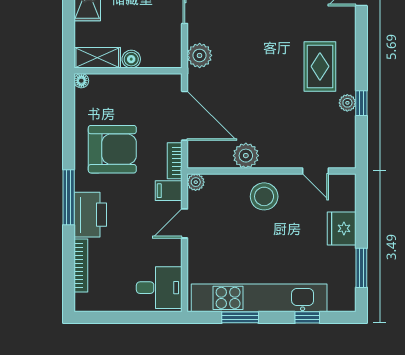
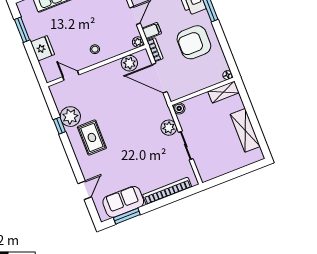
plant: (200, 55) -> (169, 128), moved
boiler: (131, 59) -> (179, 108), moved
plant: (347, 103) -> (70, 117), width x1.88, depth x1.88
plant: (246, 156) -> (129, 63), moved
stool: (264, 196) -> (95, 49), width x0.53, depth x0.53

